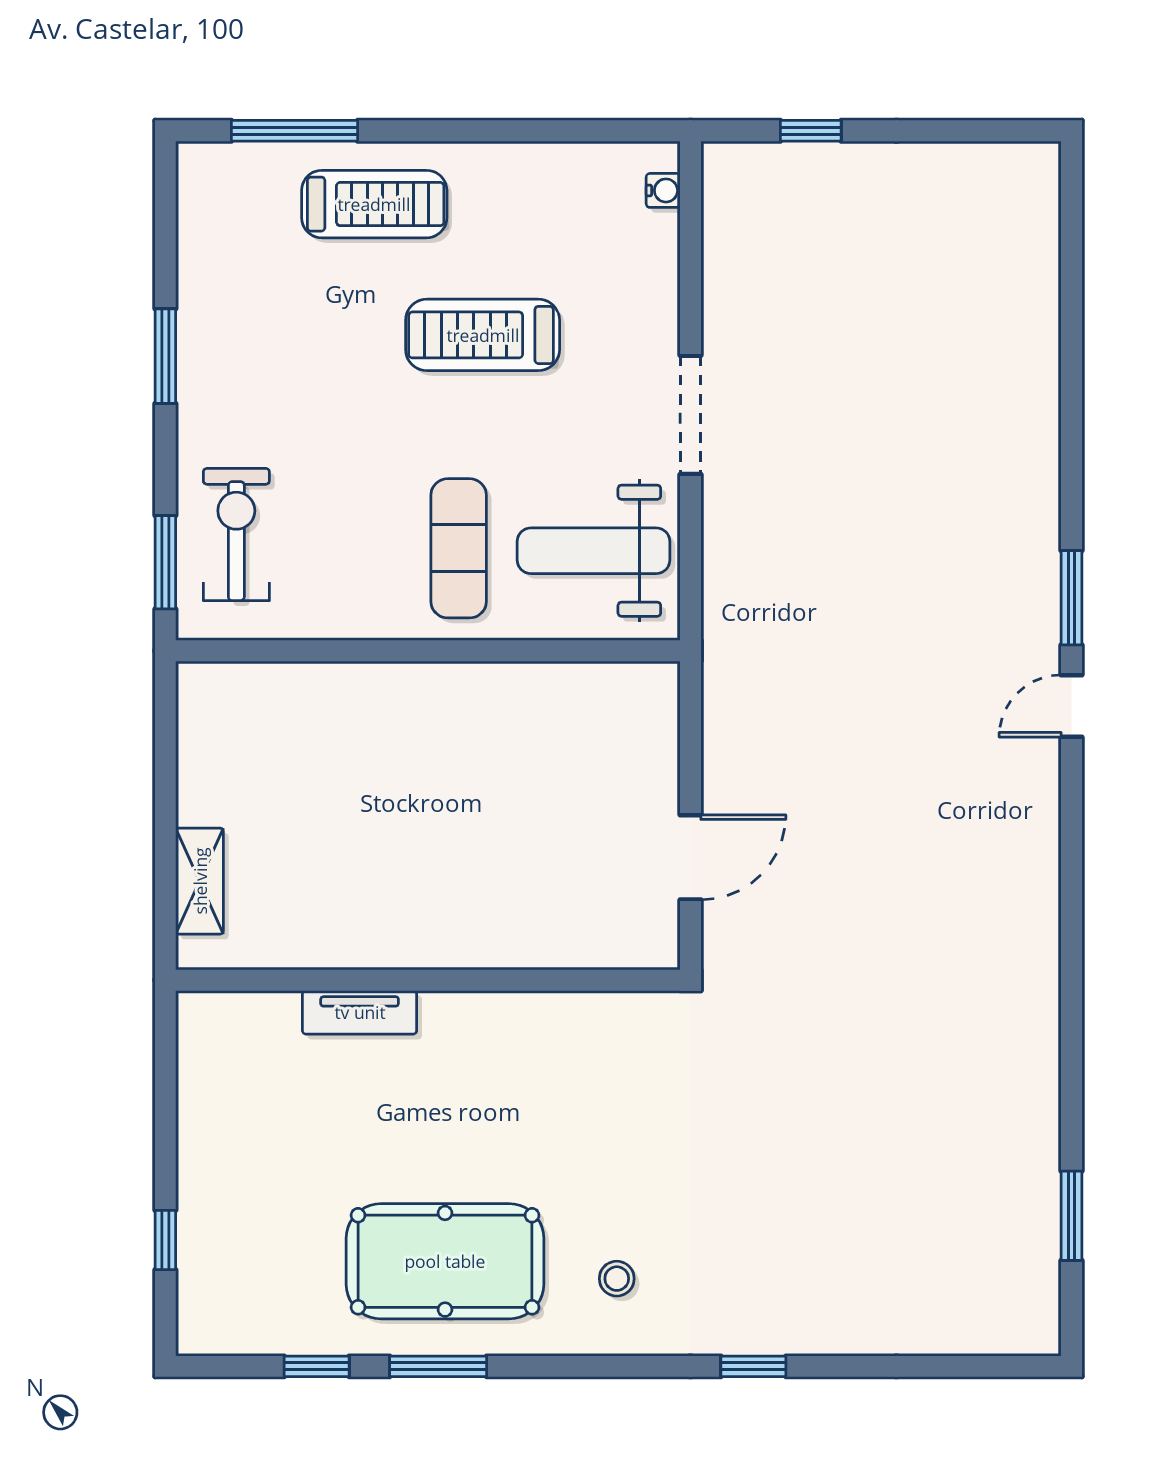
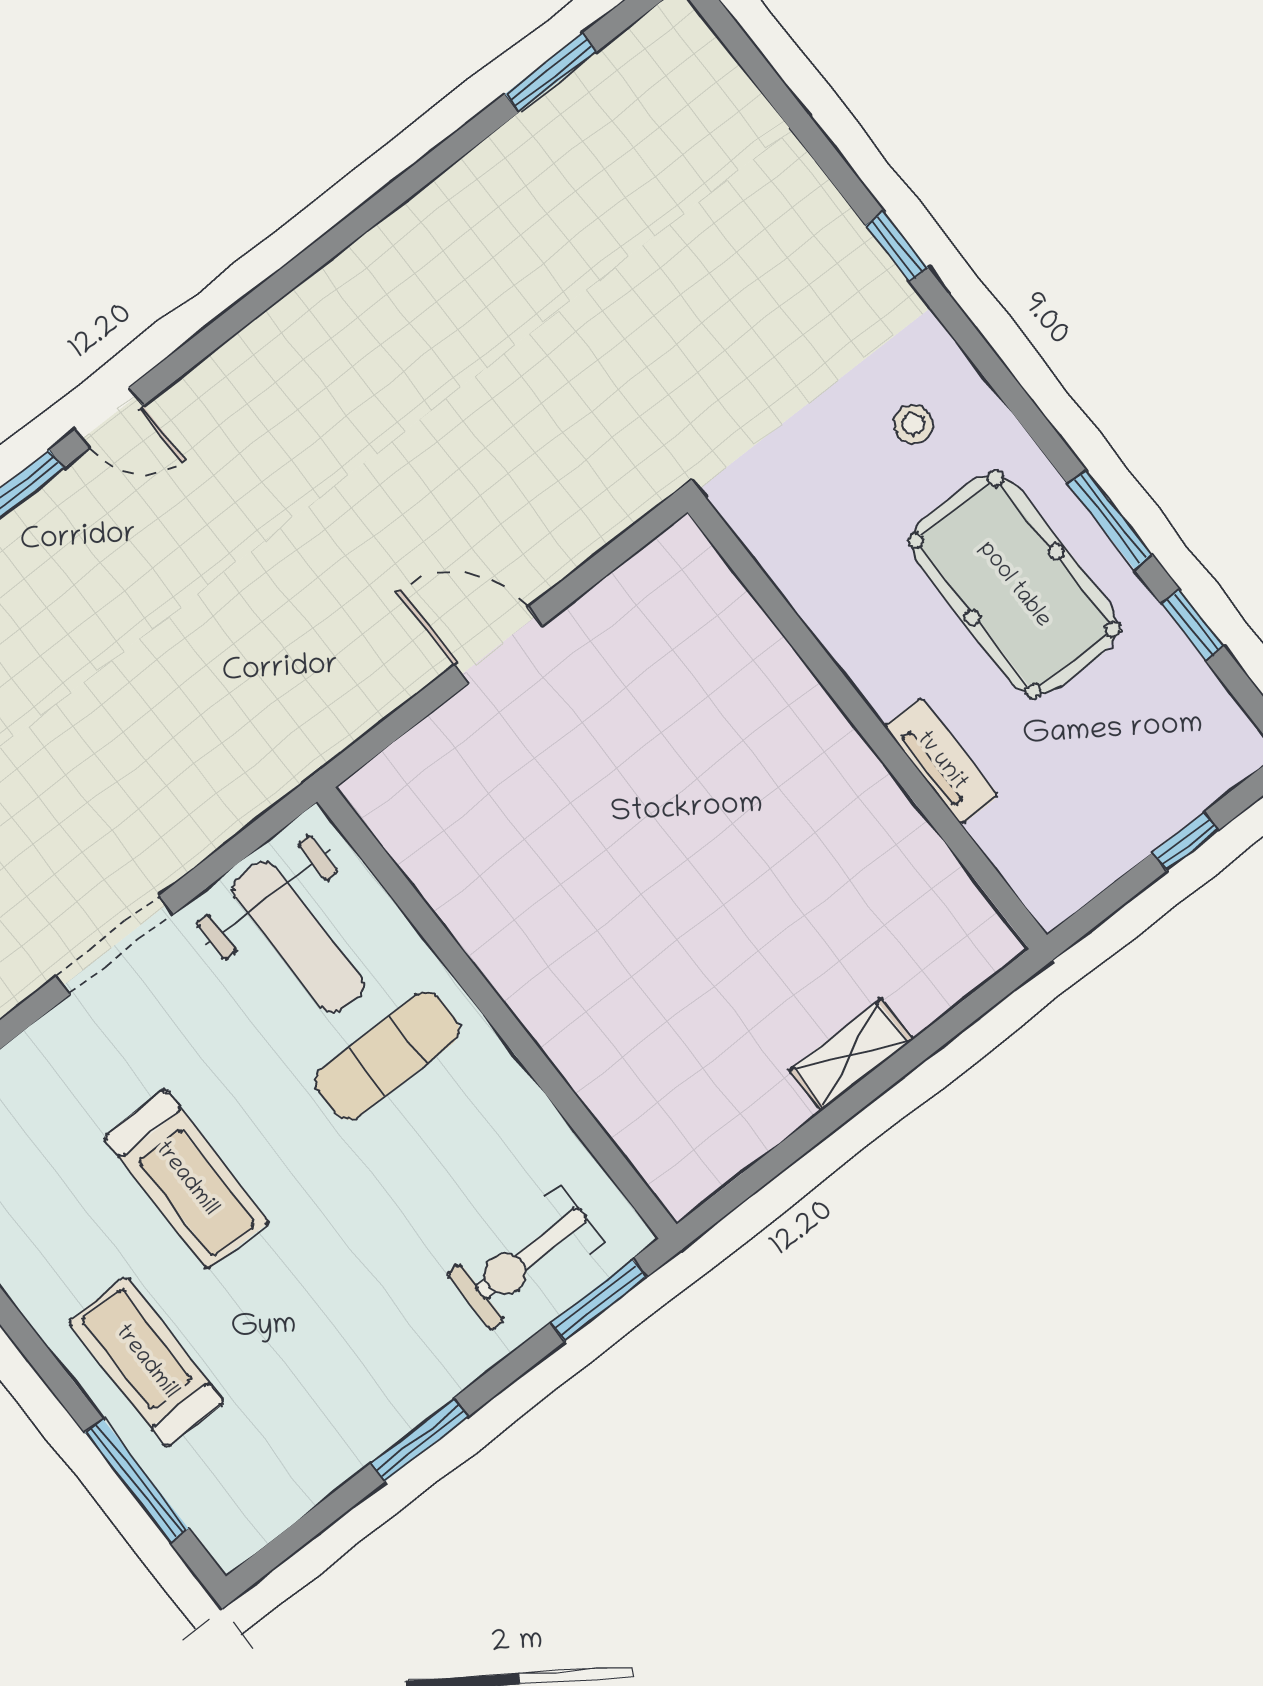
wall: (428, 980) -> (867, 724), moved
tv unit: (360, 1012) -> (941, 761), moved

